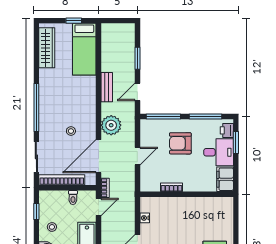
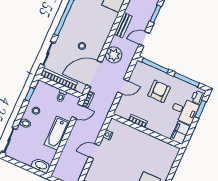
armchair: (180, 143) -> (159, 91), turned 90

